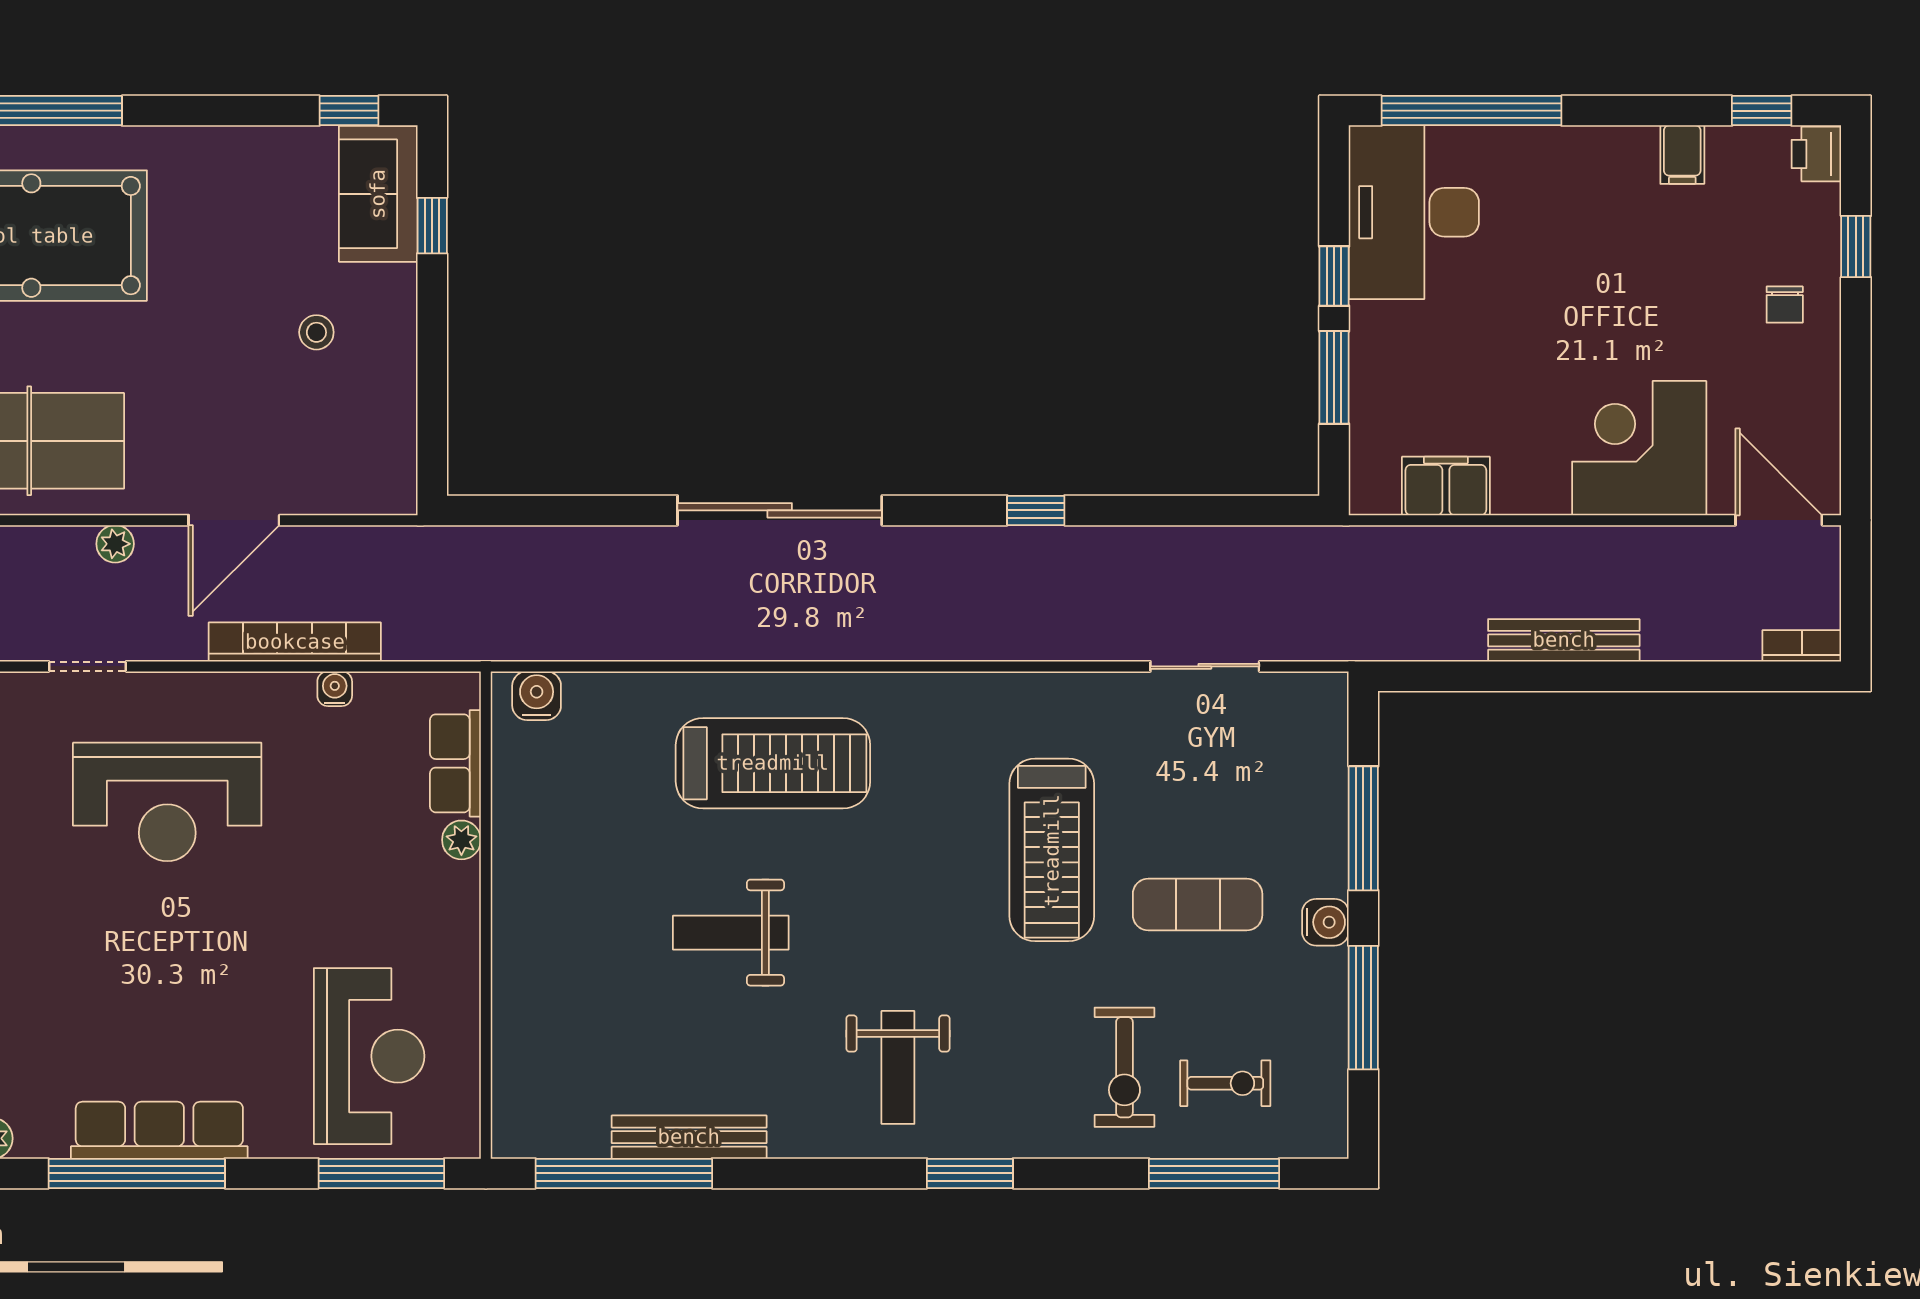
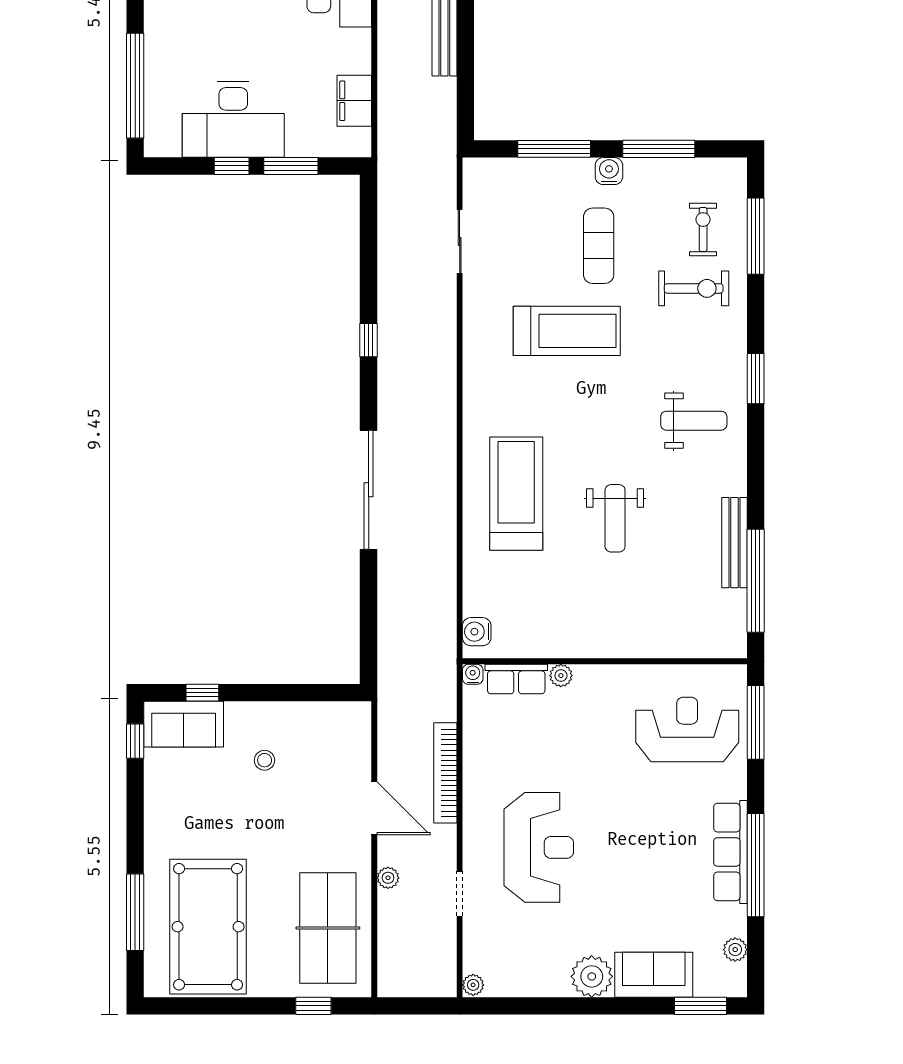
desk: (1414, 212) -> (233, 119), moved
water cooler: (335, 689) -> (473, 674), moved, turned 90

